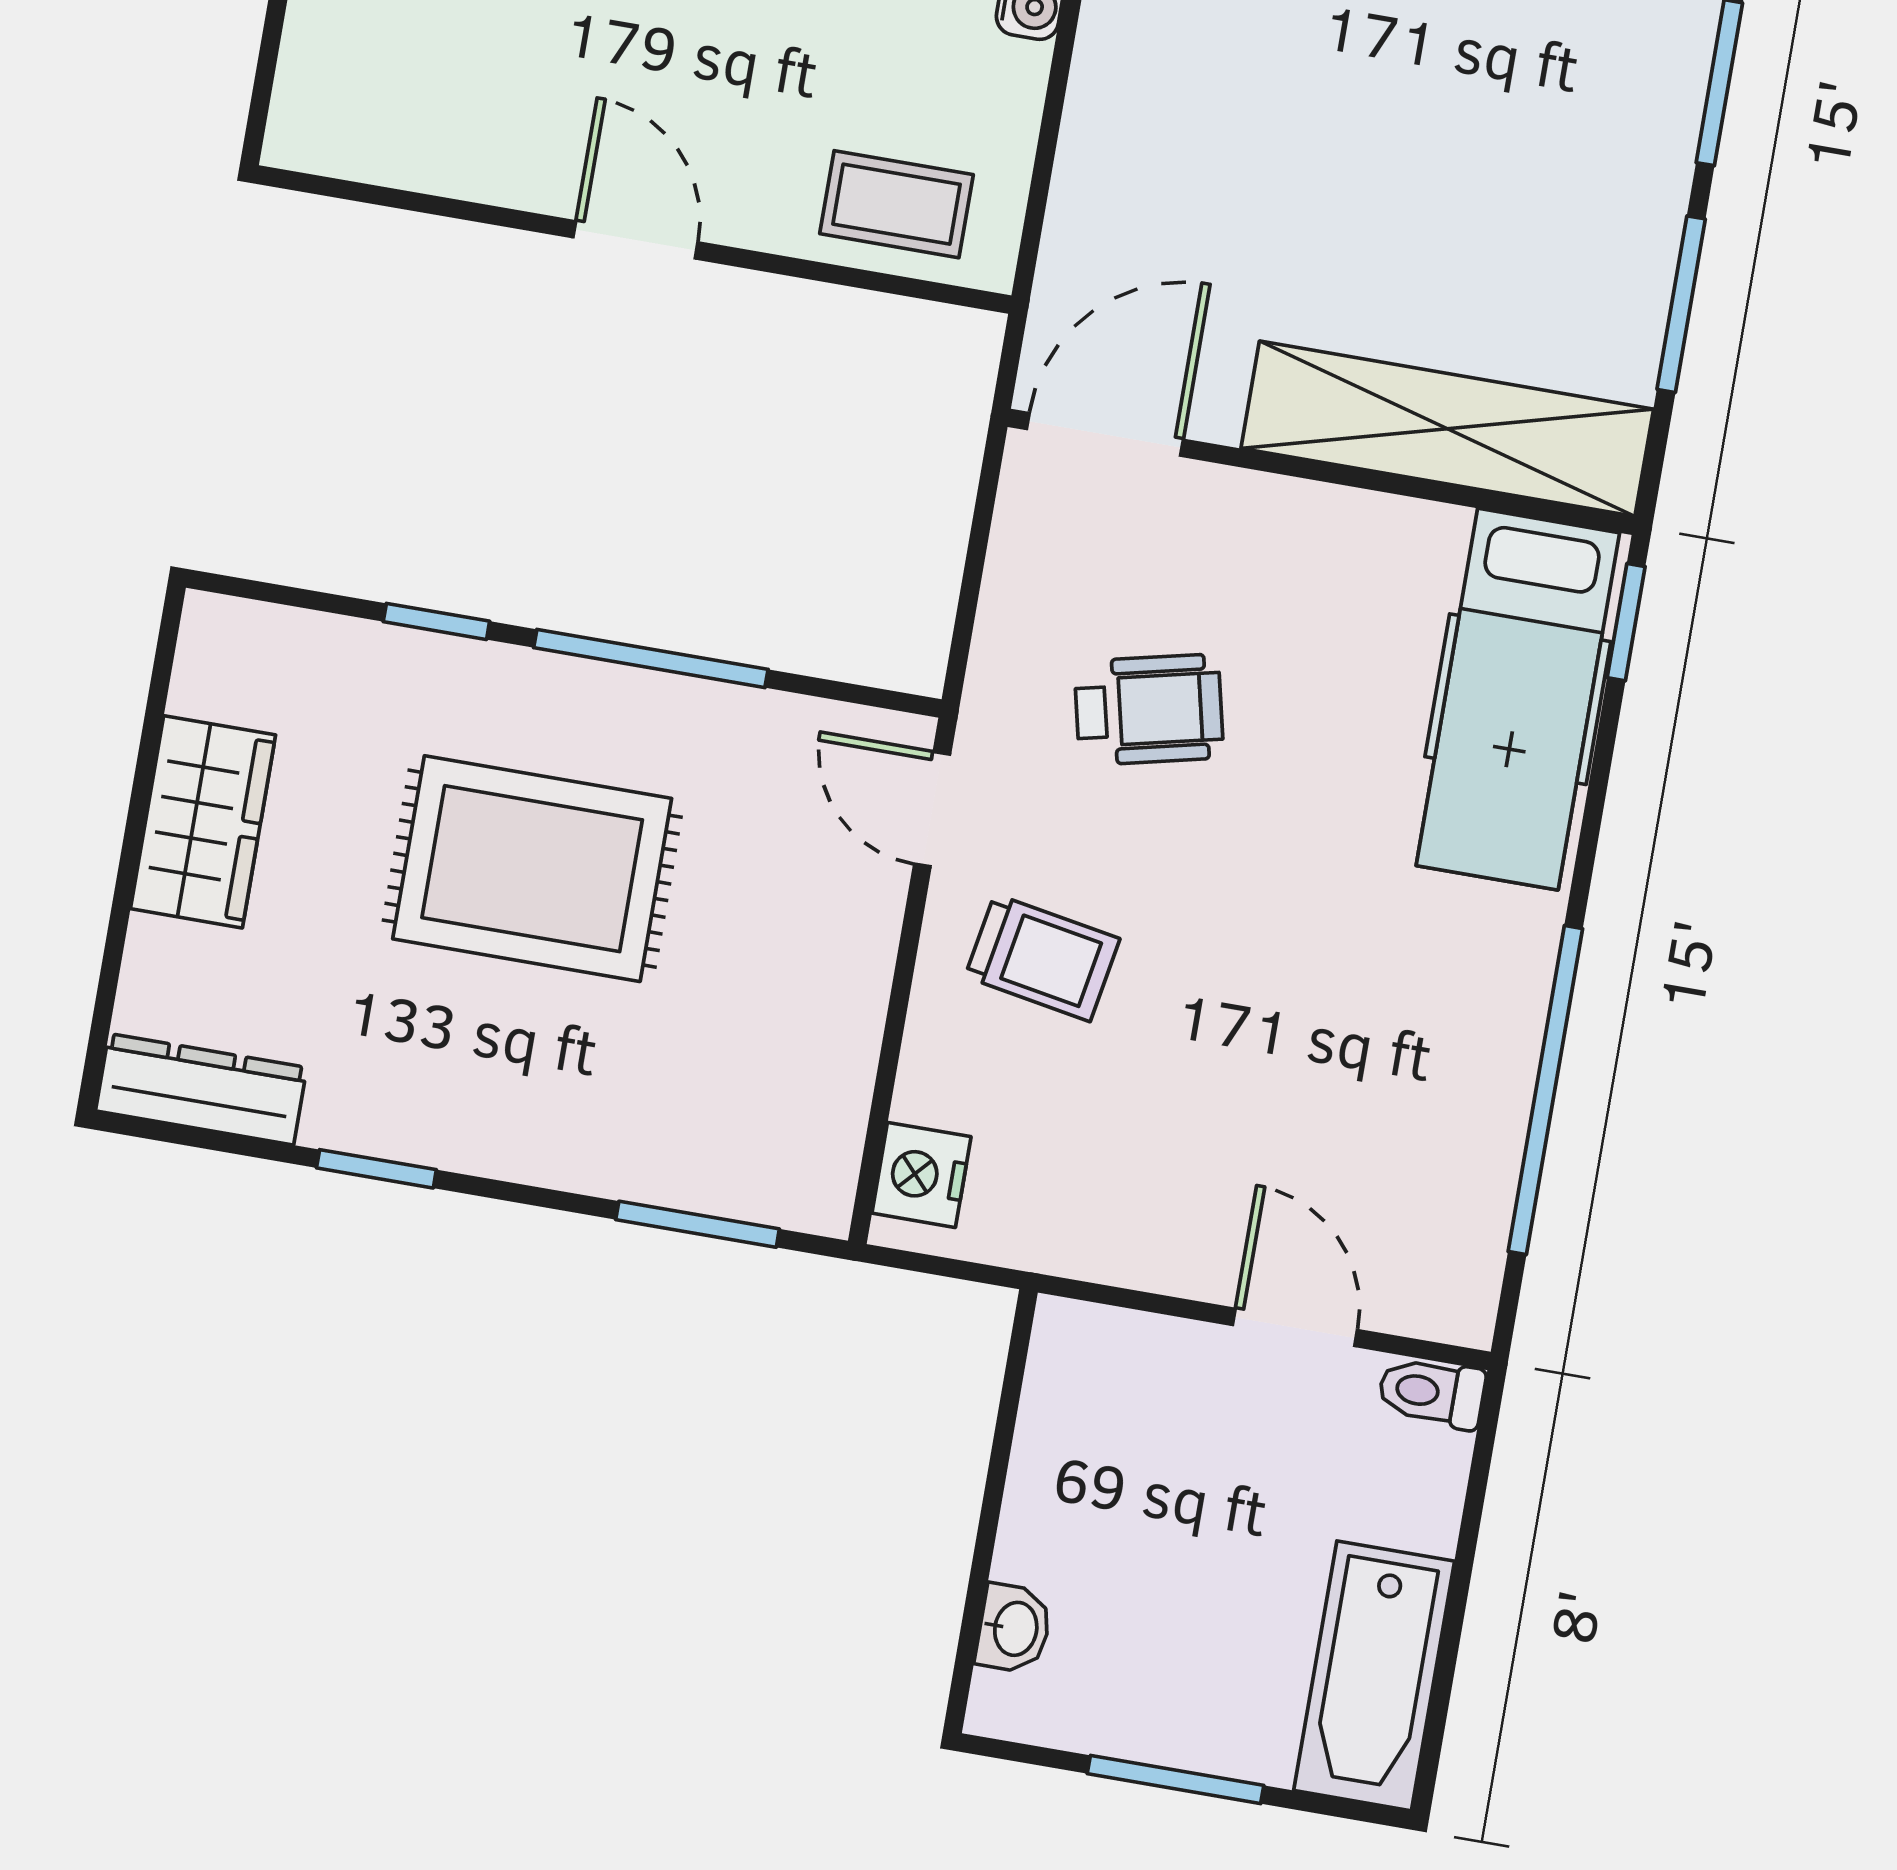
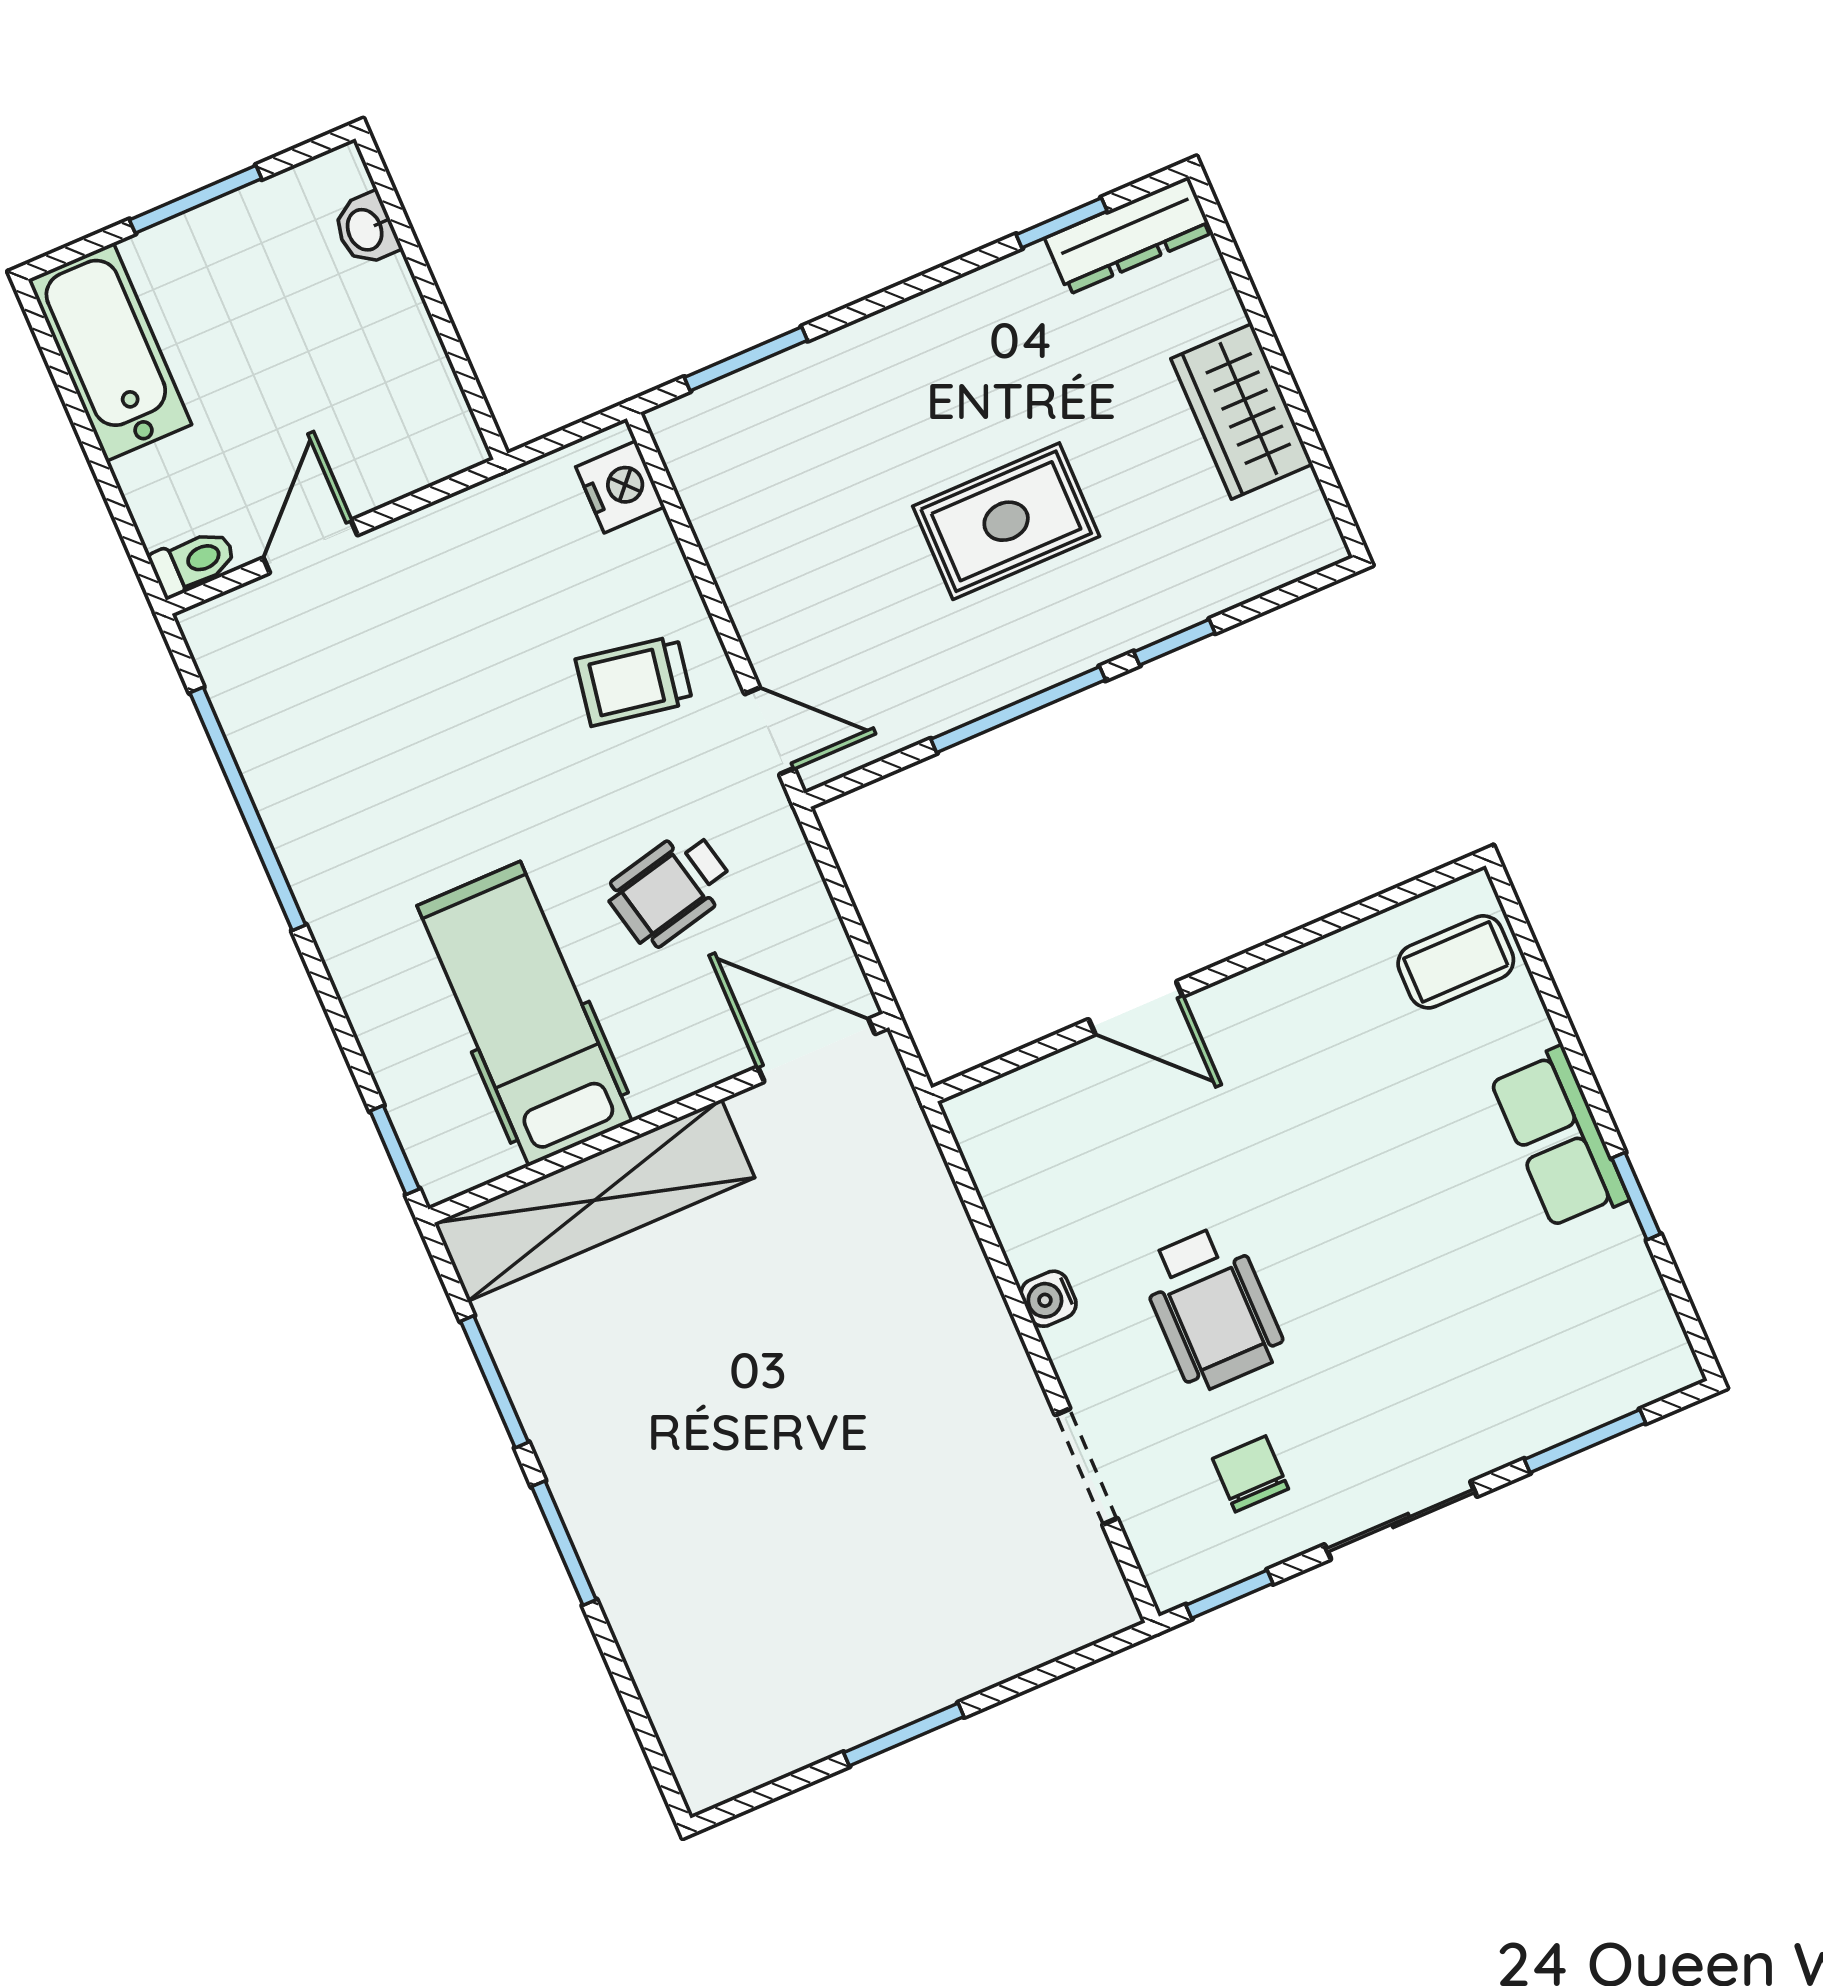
coffee table: (896, 204) -> (1456, 962), moved
door: (635, 240) -> (1136, 1008), moved
door: (1105, 434) -> (816, 1050), swing flipped
hospital bed: (1518, 699) -> (525, 1014), moved
rug: (532, 869) -> (1006, 521), width x0.73, depth x0.70
window: (376, 1169) -> (1062, 223), moved
door: (1295, 1327) -> (310, 546), swing flipped

